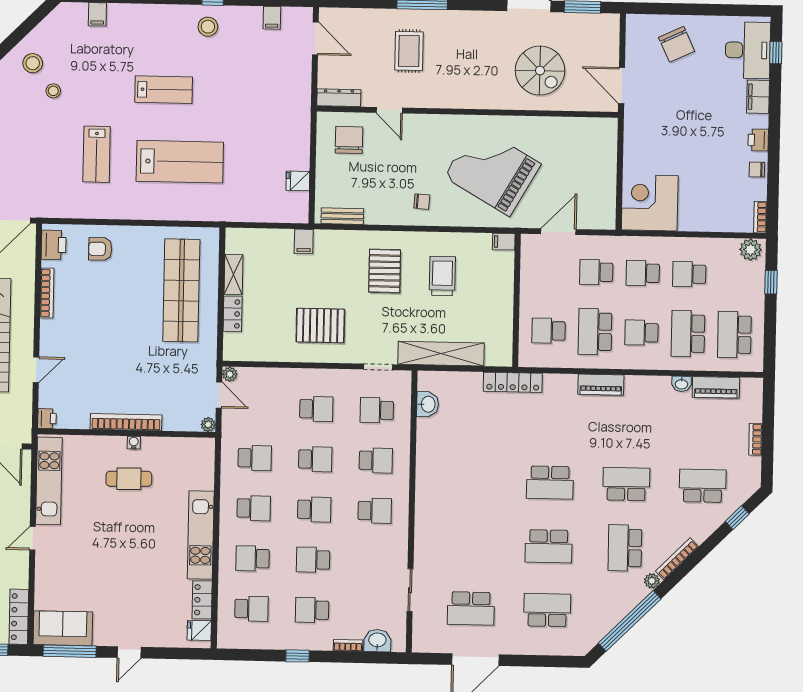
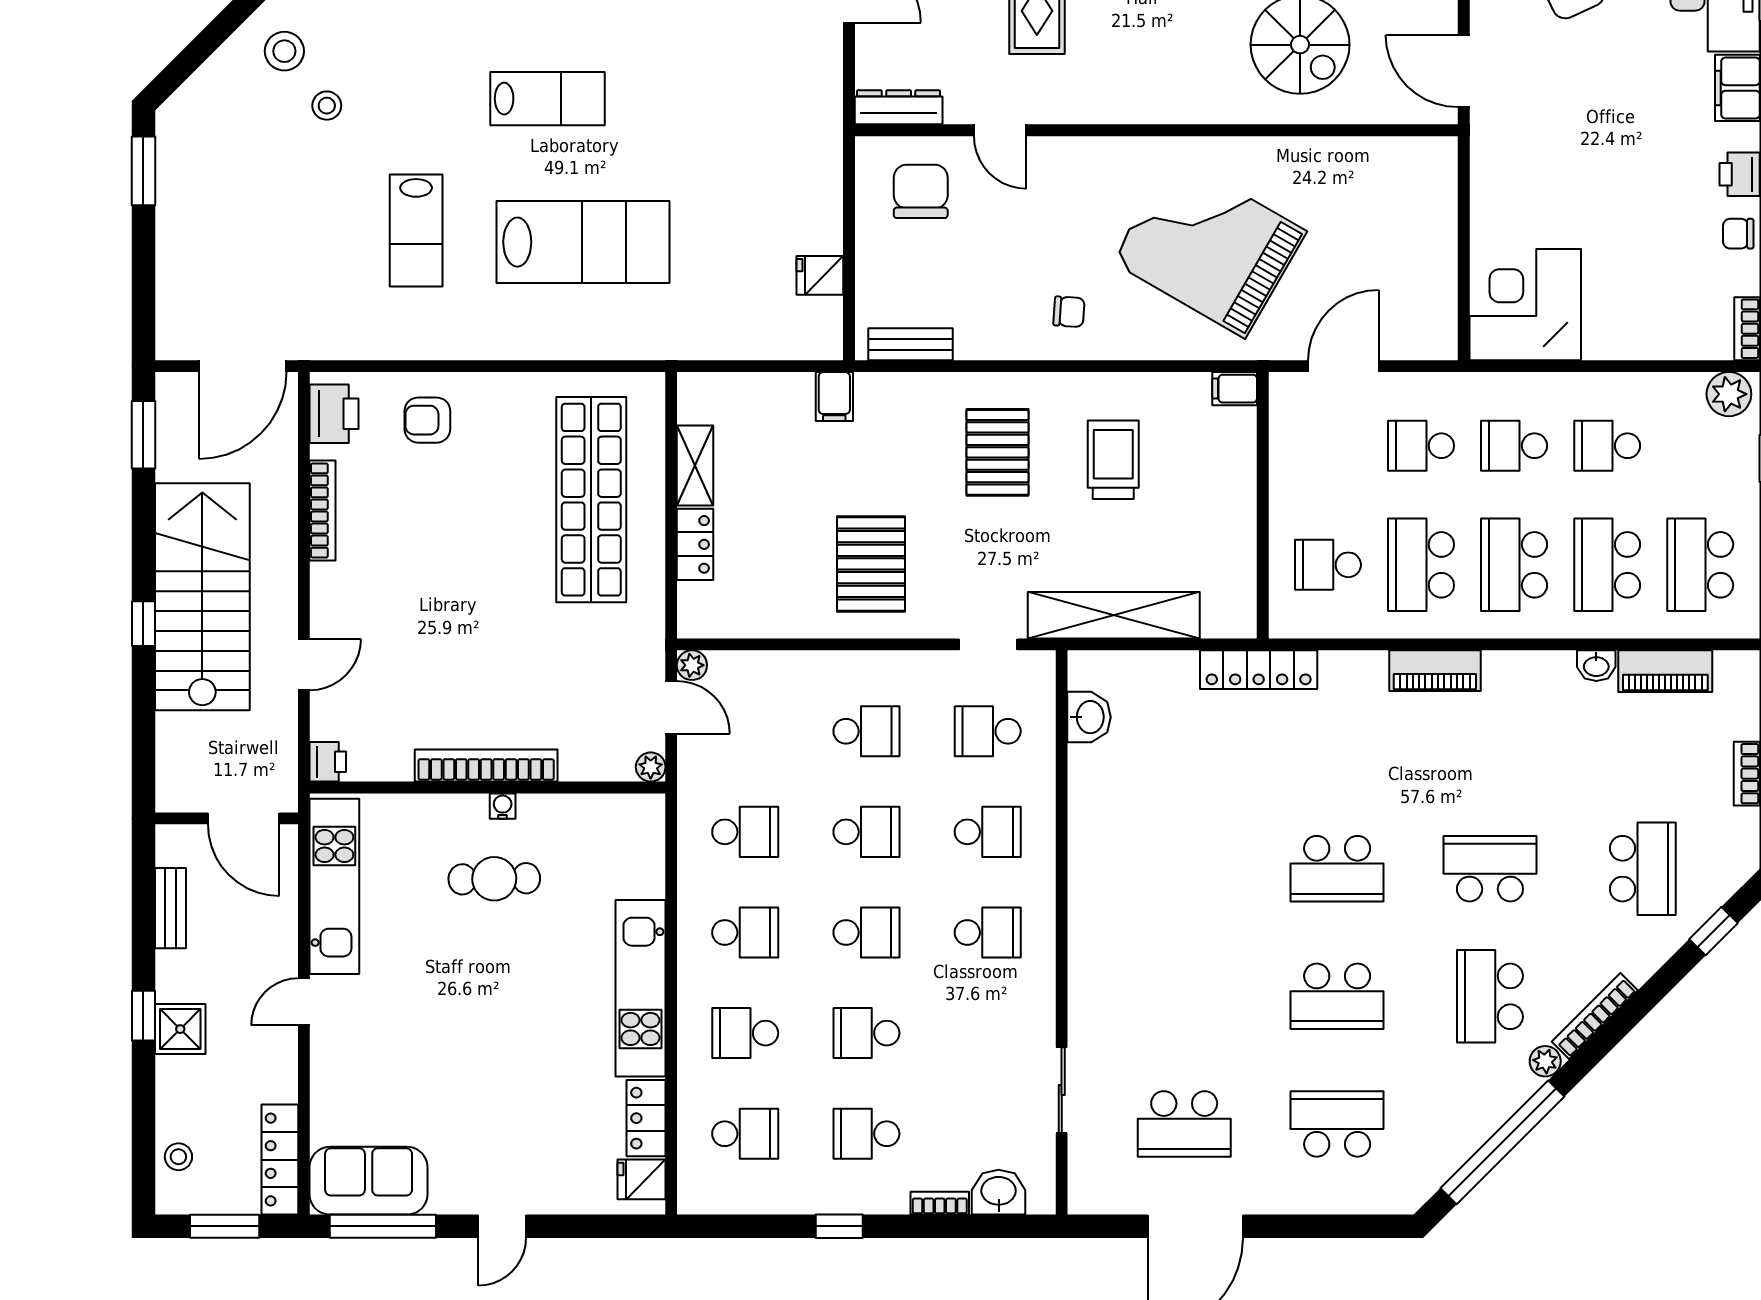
pallet: (320, 325) -> (871, 564), turned 90
school desk: (641, 333) -> (1514, 565), width x1.85
school desk: (703, 486) -> (1643, 869), turned 90

